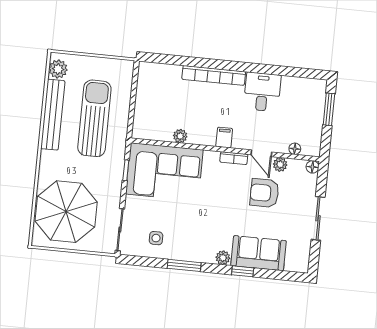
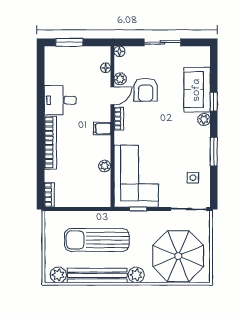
bookcase: (153, 68) -> (49, 195), added
plant: (49, 160) -> (136, 275), added

